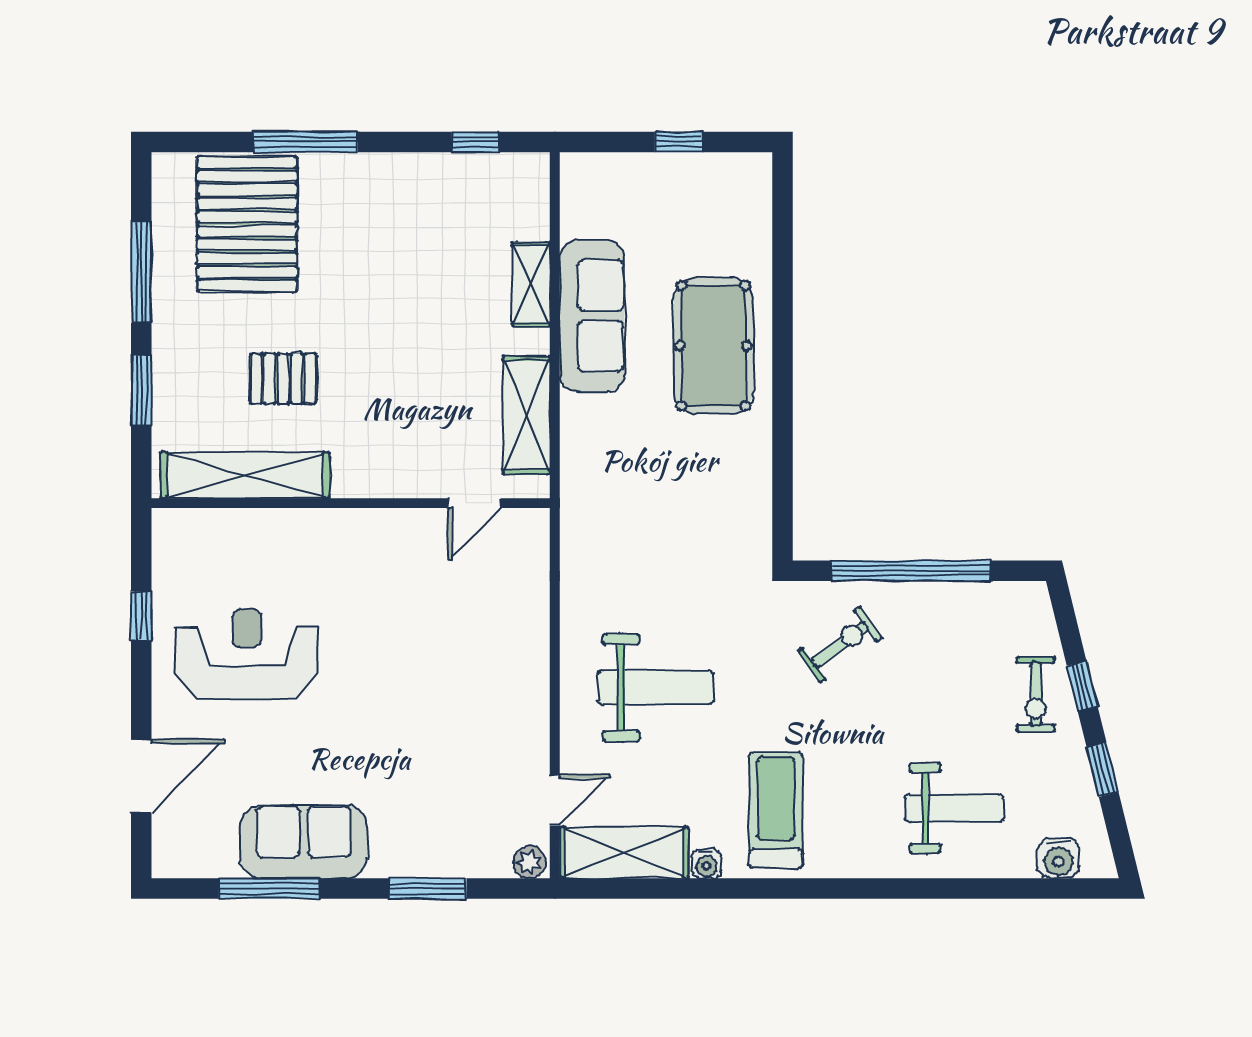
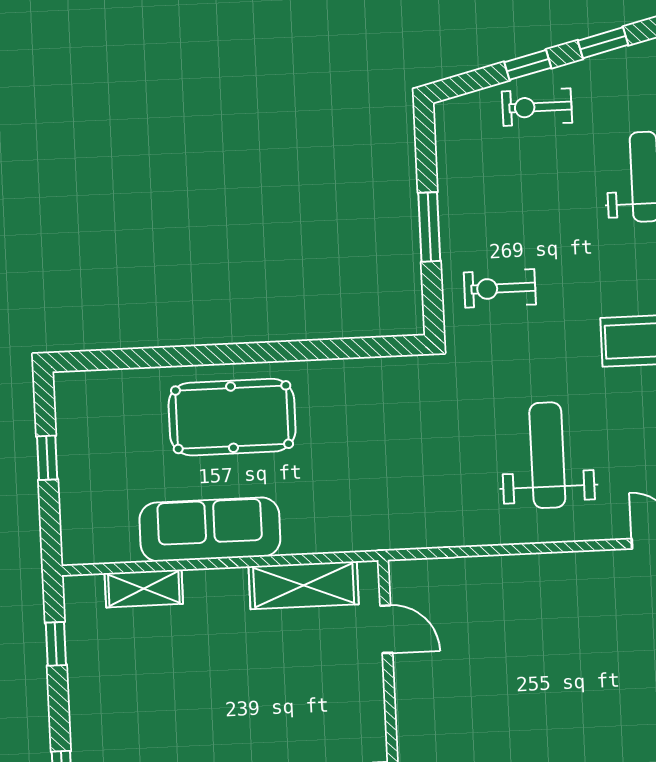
shelving: (531, 284) -> (144, 588), moved
window: (911, 571) -> (429, 227), width x0.47
exercise bike: (840, 644) -> (500, 288), turned -54
exercise bike: (1036, 694) -> (537, 107), turned 180

